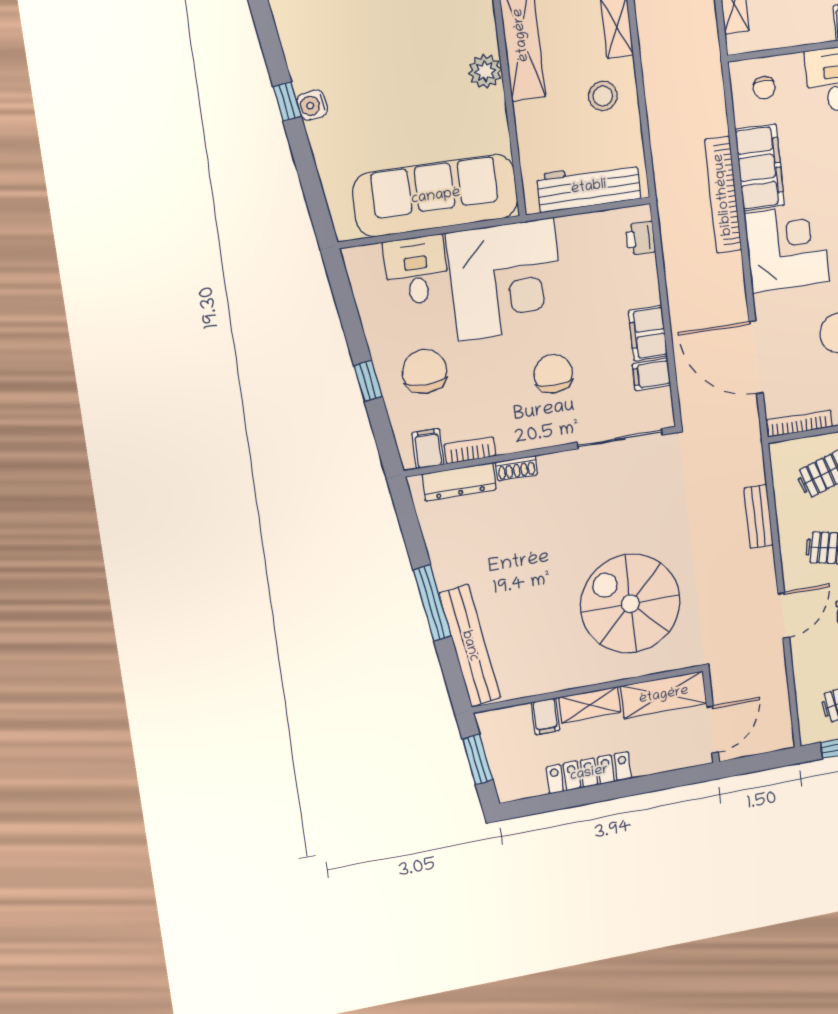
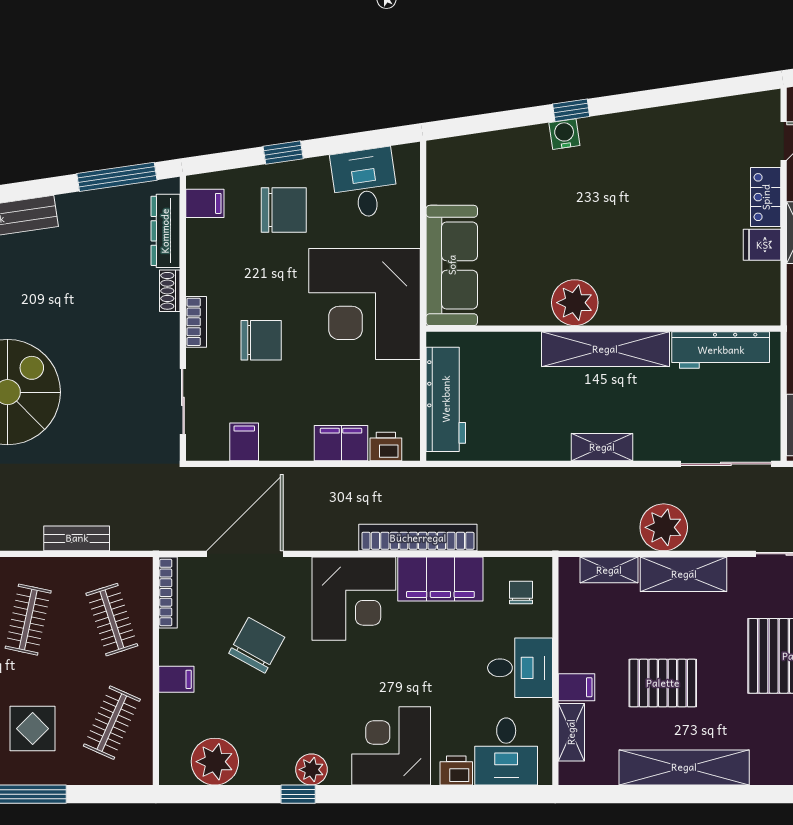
plant: (485, 71) -> (575, 303), width x1.36, depth x1.36
chair: (764, 88) -> (521, 592), turned 90
stool: (603, 96) -> (535, 425), removed
sofa: (436, 196) -> (452, 265), width x0.74, depth x0.79
desk: (416, 270) -> (365, 183), moved, turned -98
filing cabinet: (648, 333) -> (341, 443), moved
sliding door: (620, 439) -> (183, 401), width x0.73
bookcase: (470, 450) -> (196, 322), moved
window: (432, 603) -> (117, 177), moved

